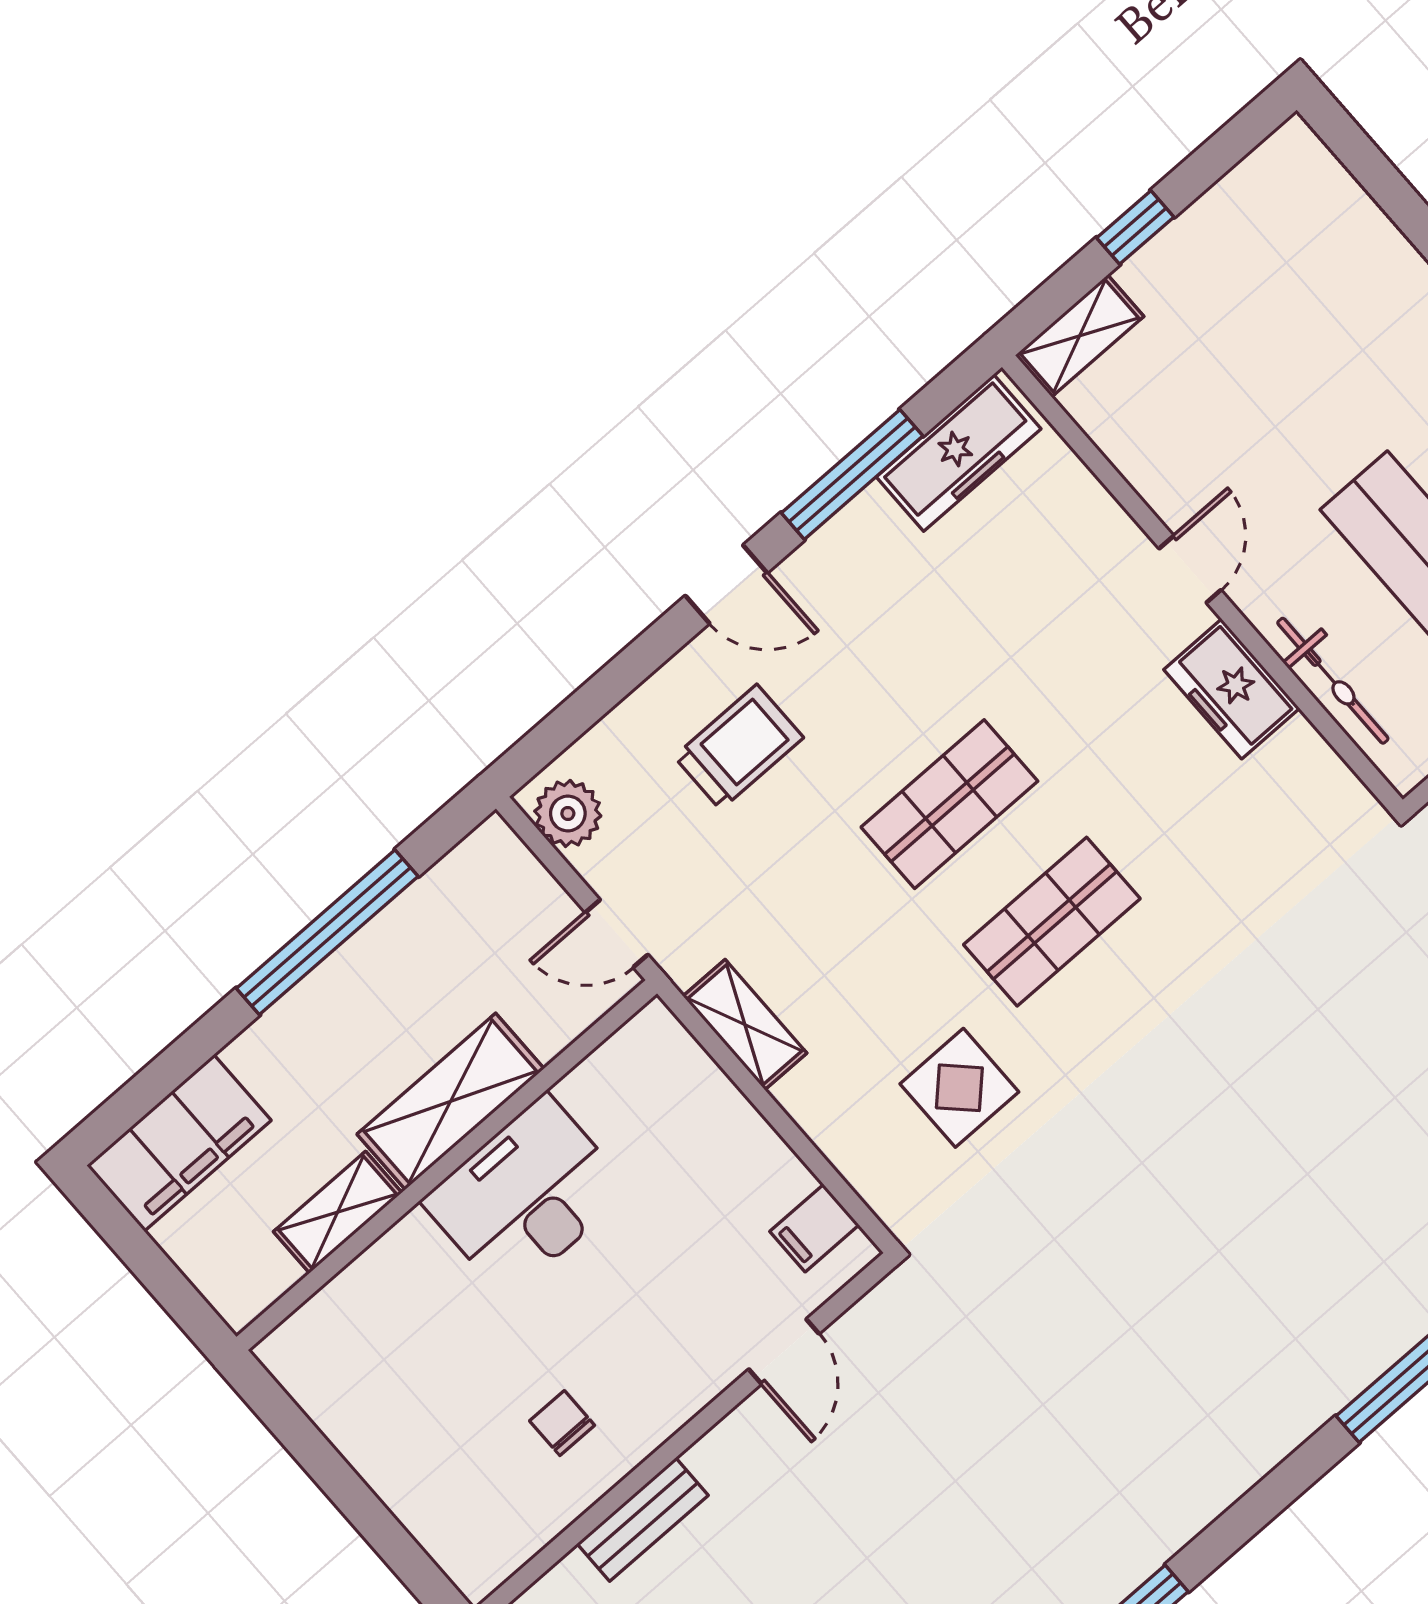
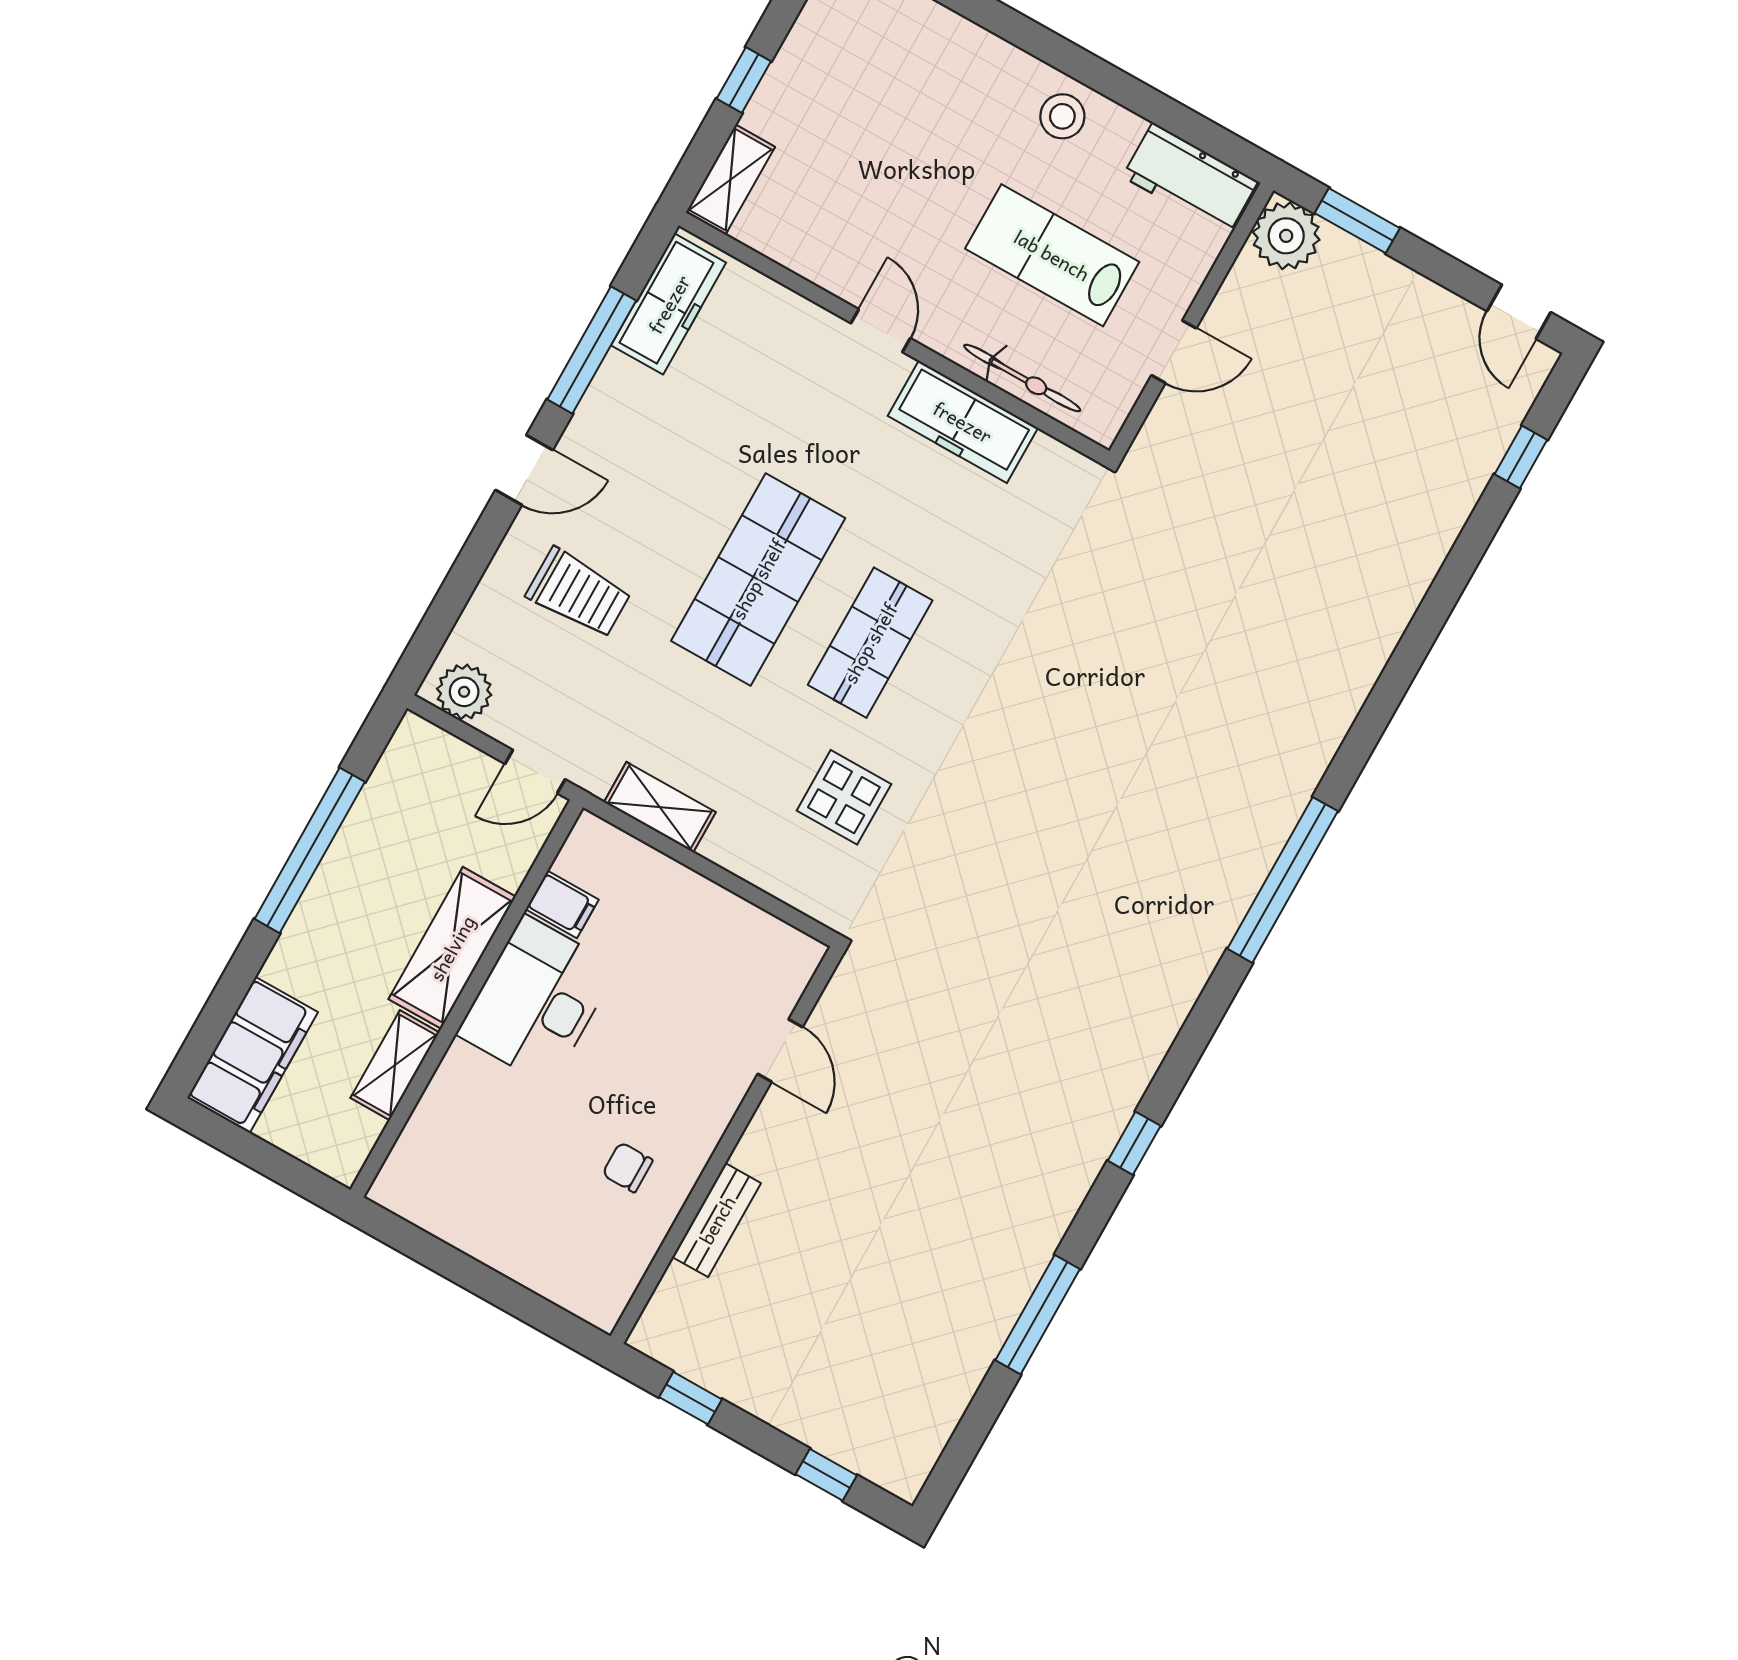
freezer: (1232, 689) -> (963, 422), width x1.40
trolley: (739, 747) -> (579, 593), turned 90
shop shelf: (949, 804) -> (758, 579), width x1.43, depth x1.36
filing cabinet: (814, 1228) -> (562, 904), moved, turned -90

